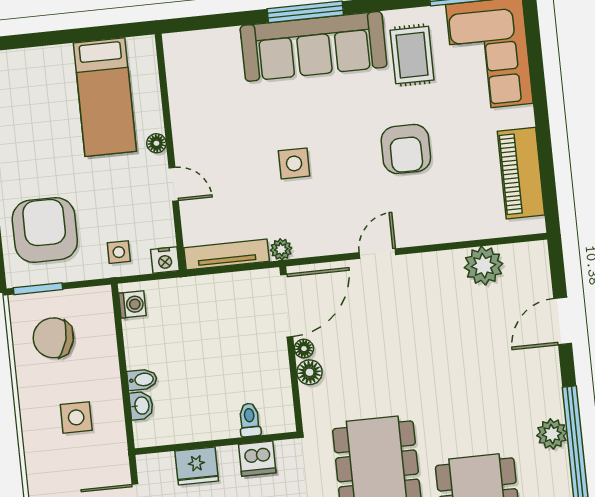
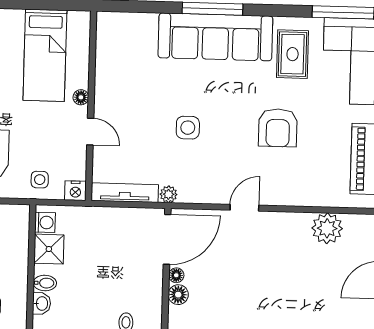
shower: (142, 337) -> (49, 249), added

